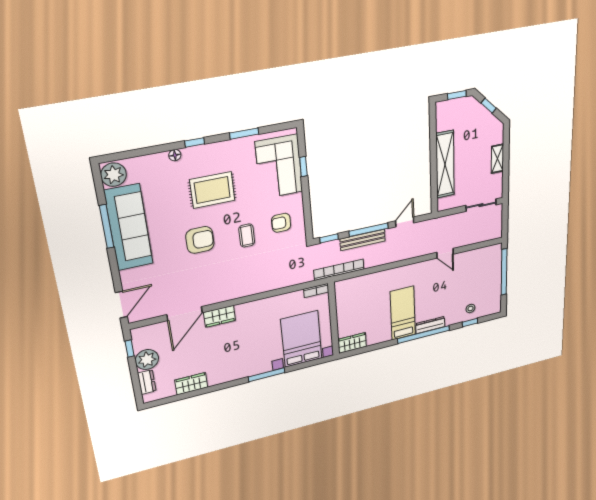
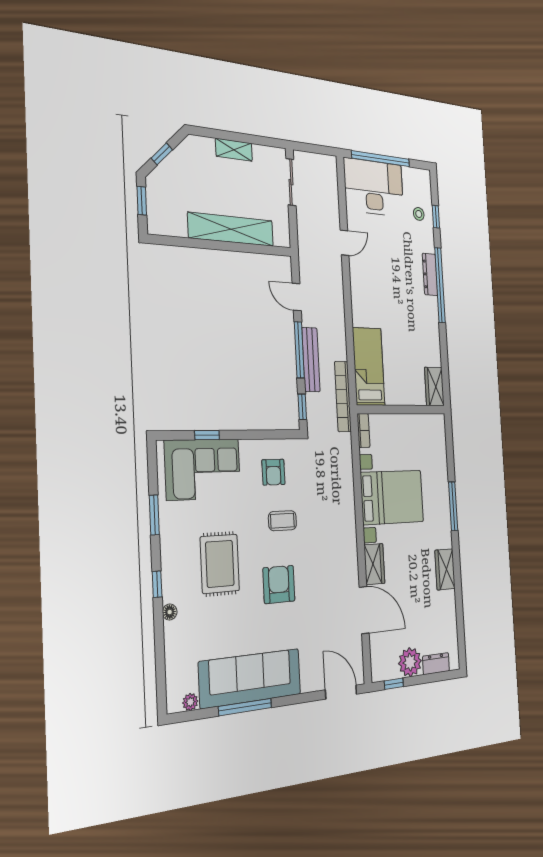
plant: (113, 175) -> (190, 702), width x0.53, depth x0.53
desk: (484, 270) -> (374, 187), added
bed: (403, 313) -> (369, 367), moved, turned 90
bed with nightstands: (301, 339) -> (392, 497), moved, turned 180
wardrobe: (191, 384) -> (445, 569), moved

